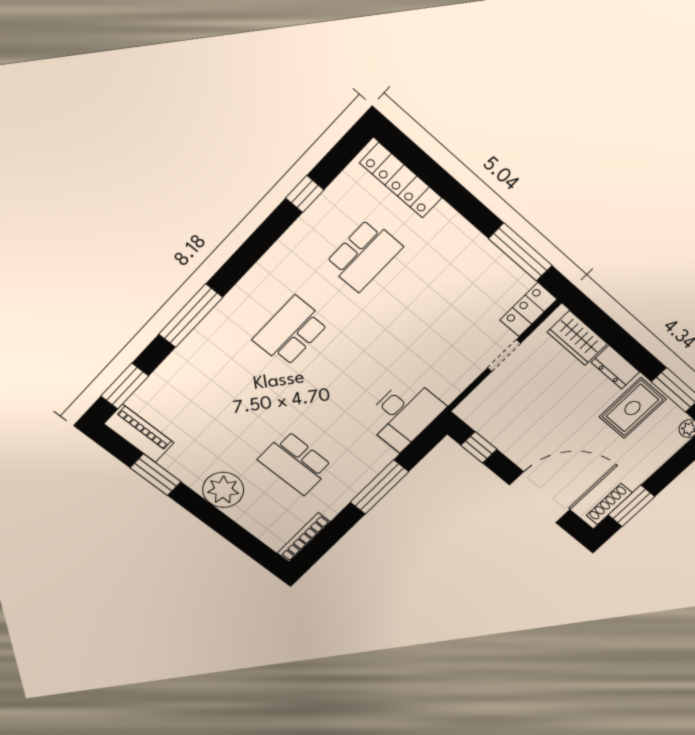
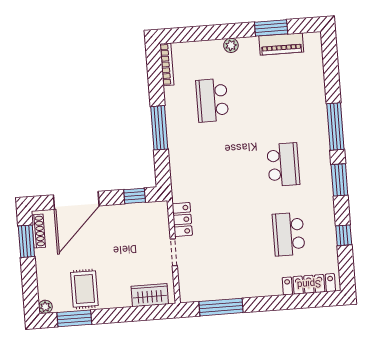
locker: (528, 310) -> (182, 220), moved
dresser: (615, 367) -> (116, 300), removed
window: (125, 386) -> (339, 180), moved
desk: (404, 414) -> (188, 177), removed
piano: (139, 433) -> (281, 44), moved
school desk: (295, 463) -> (212, 100), turned -90
plant: (223, 490) -> (231, 45), width x0.53, depth x0.53

